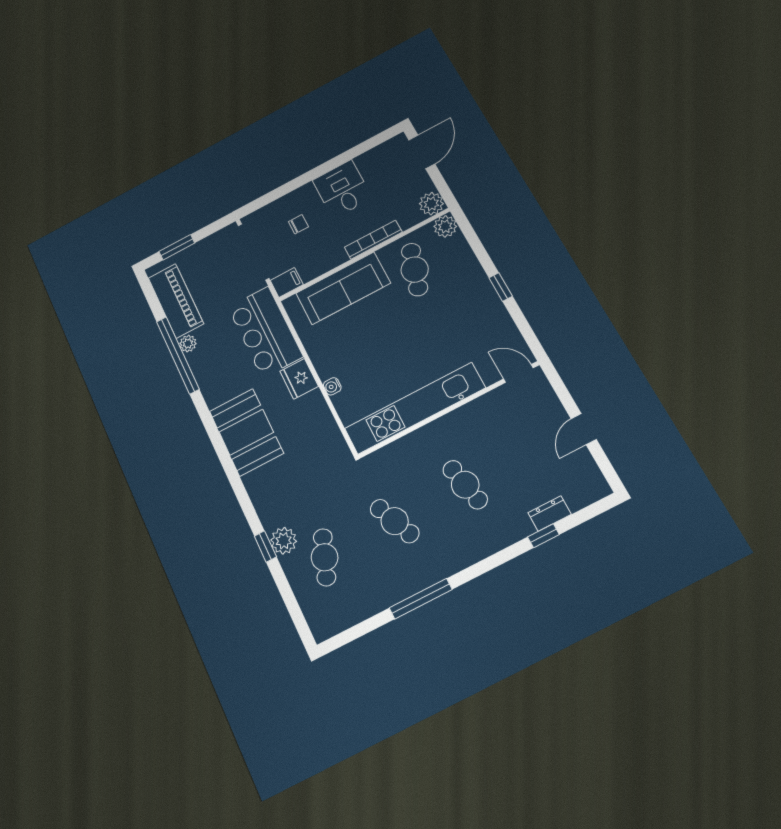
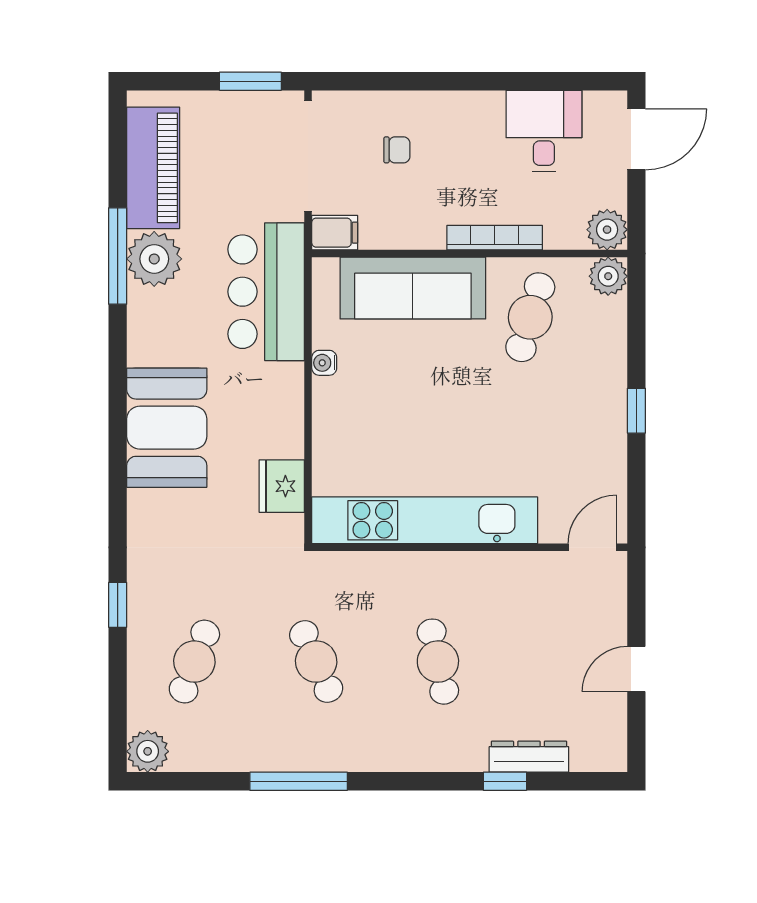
desk: (342, 189) -> (544, 131), moved
window: (177, 247) -> (250, 81), moved
plant: (188, 343) -> (154, 259), width x1.88, depth x1.88
window: (178, 355) -> (118, 256), width x0.68
door: (518, 373) -> (592, 547), hinge flipped
fridge: (299, 379) -> (282, 486), moved
water cooler: (332, 386) -> (324, 363), moved
dresser: (550, 514) -> (529, 757), width x1.44
plant: (284, 541) -> (148, 751), moved

